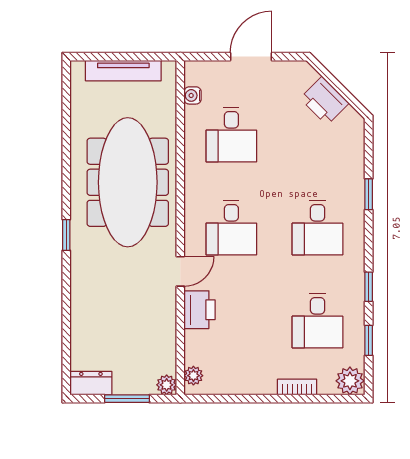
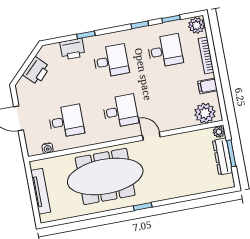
printer: (200, 310) -> (72, 49), moved, turned 180
plant: (193, 376) -> (205, 113), width x1.88, depth x1.88
filing cabinet: (246, 380) -> (207, 86), added
dresser: (91, 383) -> (223, 156), moved, width x1.44
bookcase: (297, 387) -> (206, 55), width x1.56

